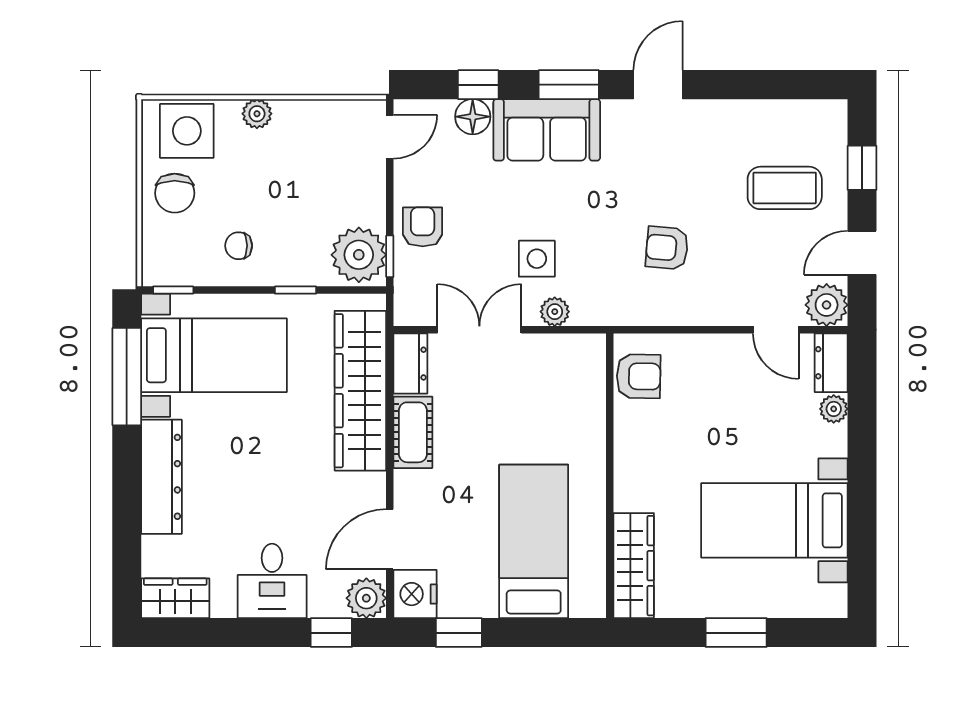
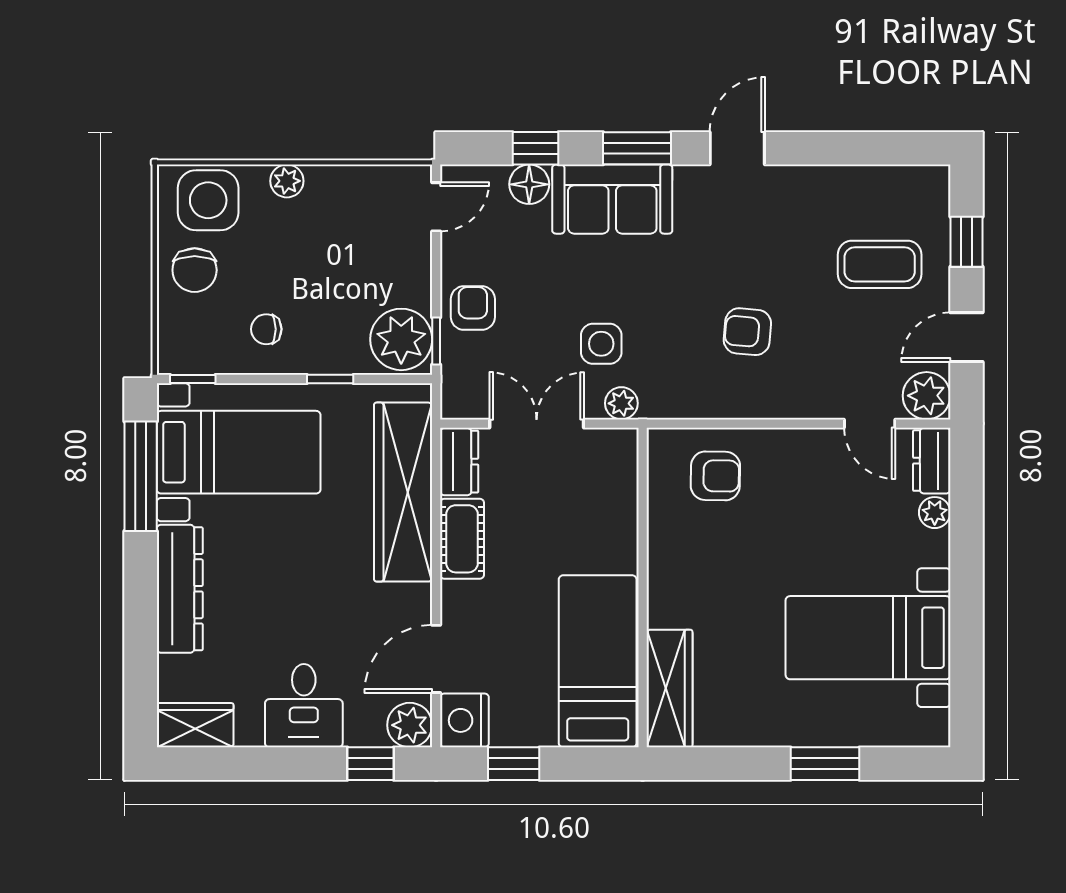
wall: (610, 476) -> (643, 588), moved
wardrobe: (634, 566) -> (669, 688), moved

